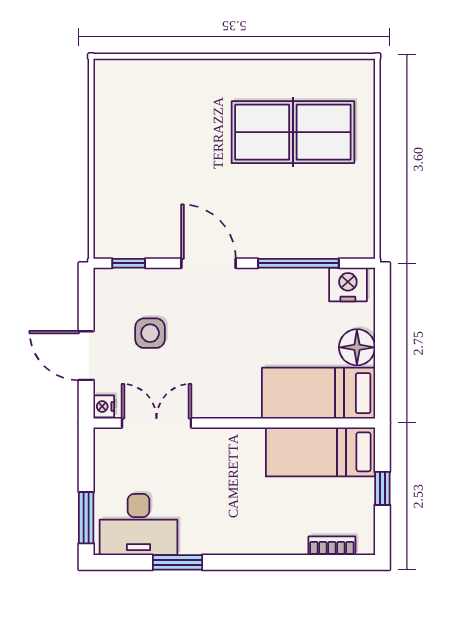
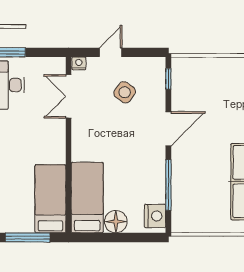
side table: (150, 333) -> (125, 92), turned 36
door: (86, 356) -> (111, 52), width x0.73
double door: (156, 423) -> (69, 96), swing flipped
window: (382, 488) -> (28, 237), width x2.17

